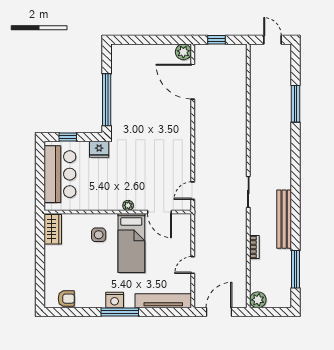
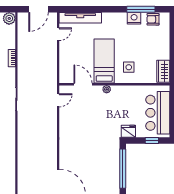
door: (193, 265) -> (58, 34), moved
nightstand: (115, 300) -> (134, 18), moved
window: (120, 312) -> (141, 9), moved

